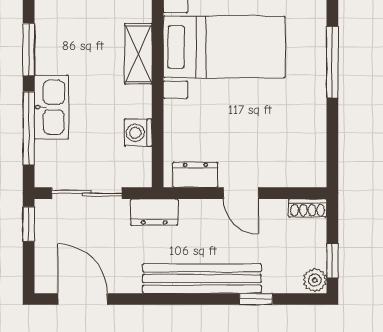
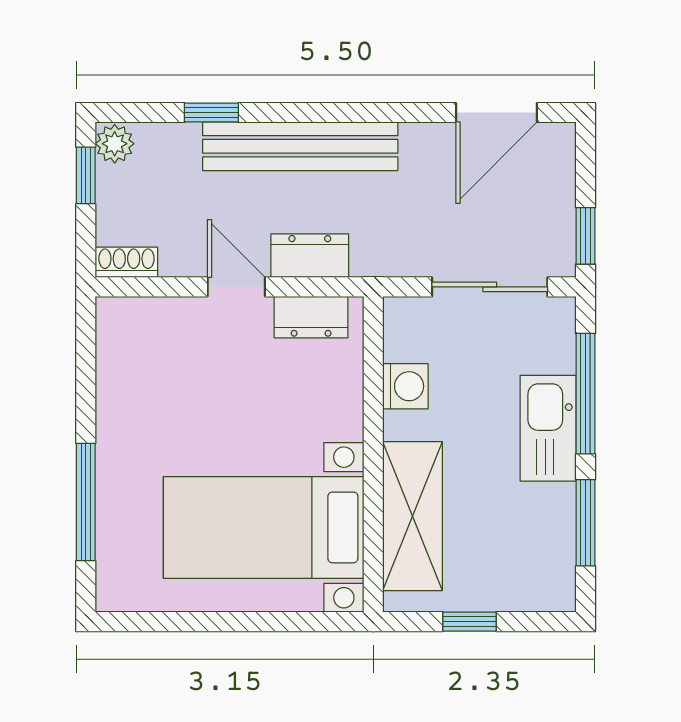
shelving: (138, 54) -> (413, 516), width x1.50, depth x1.33
dresser: (154, 212) -> (310, 256), moved
door: (83, 299) -> (497, 113), hinge flipped

